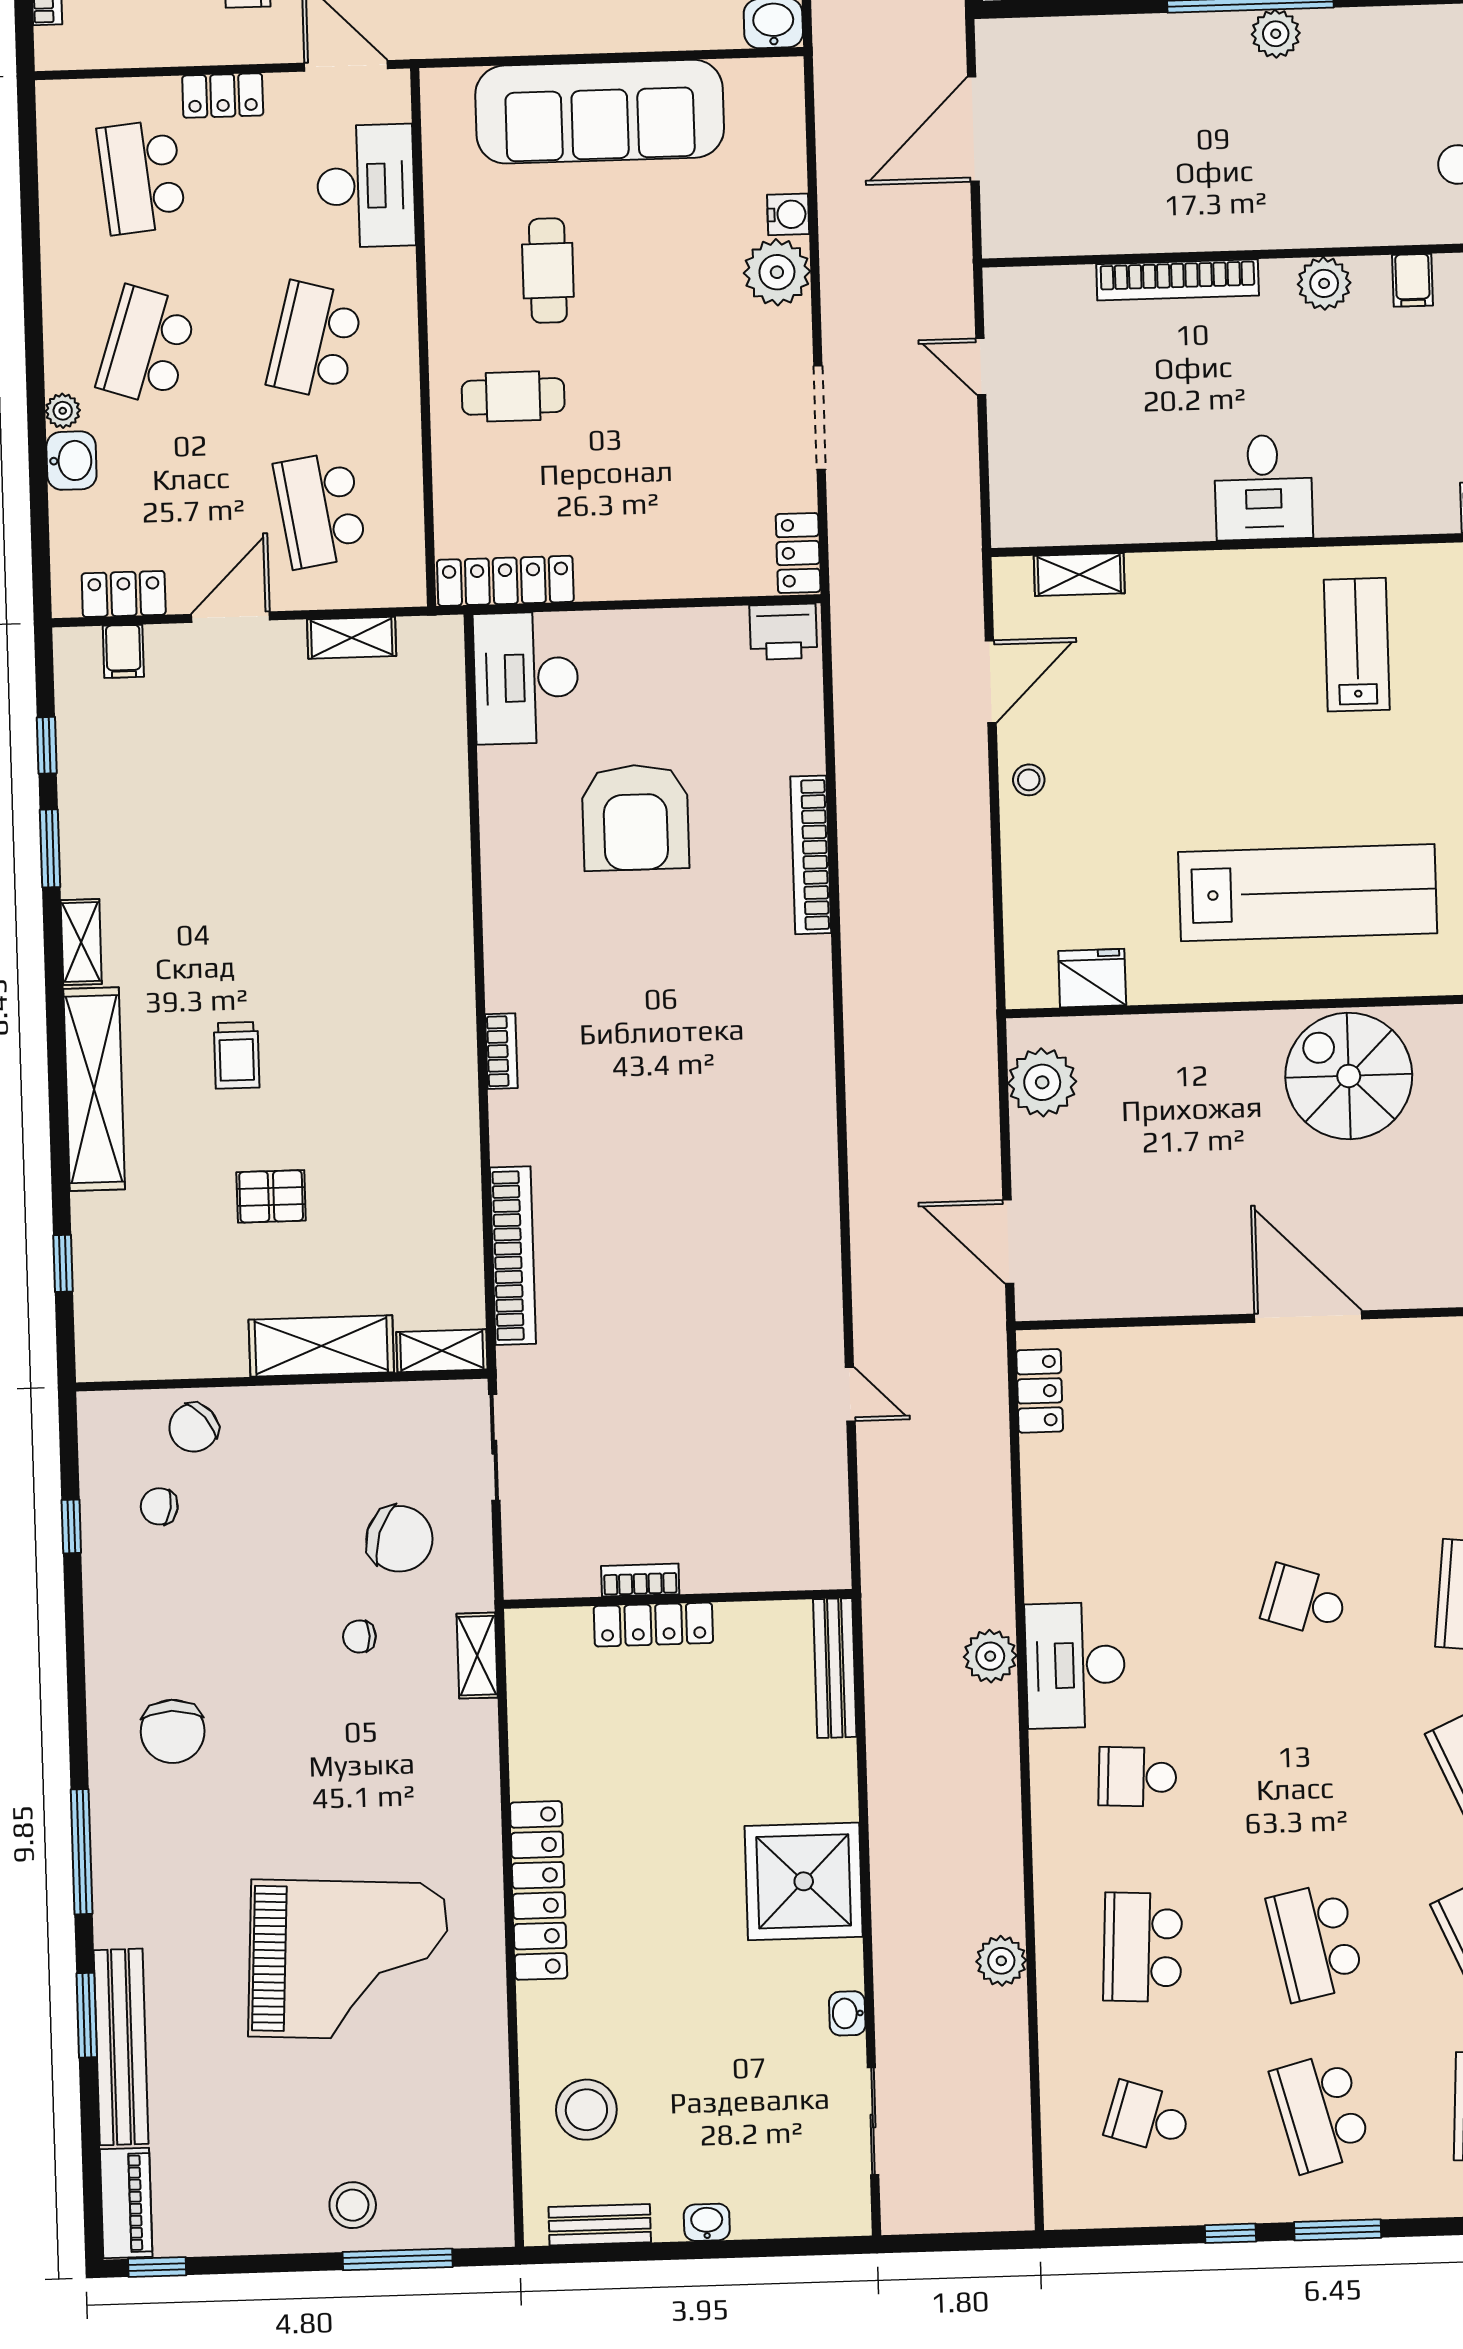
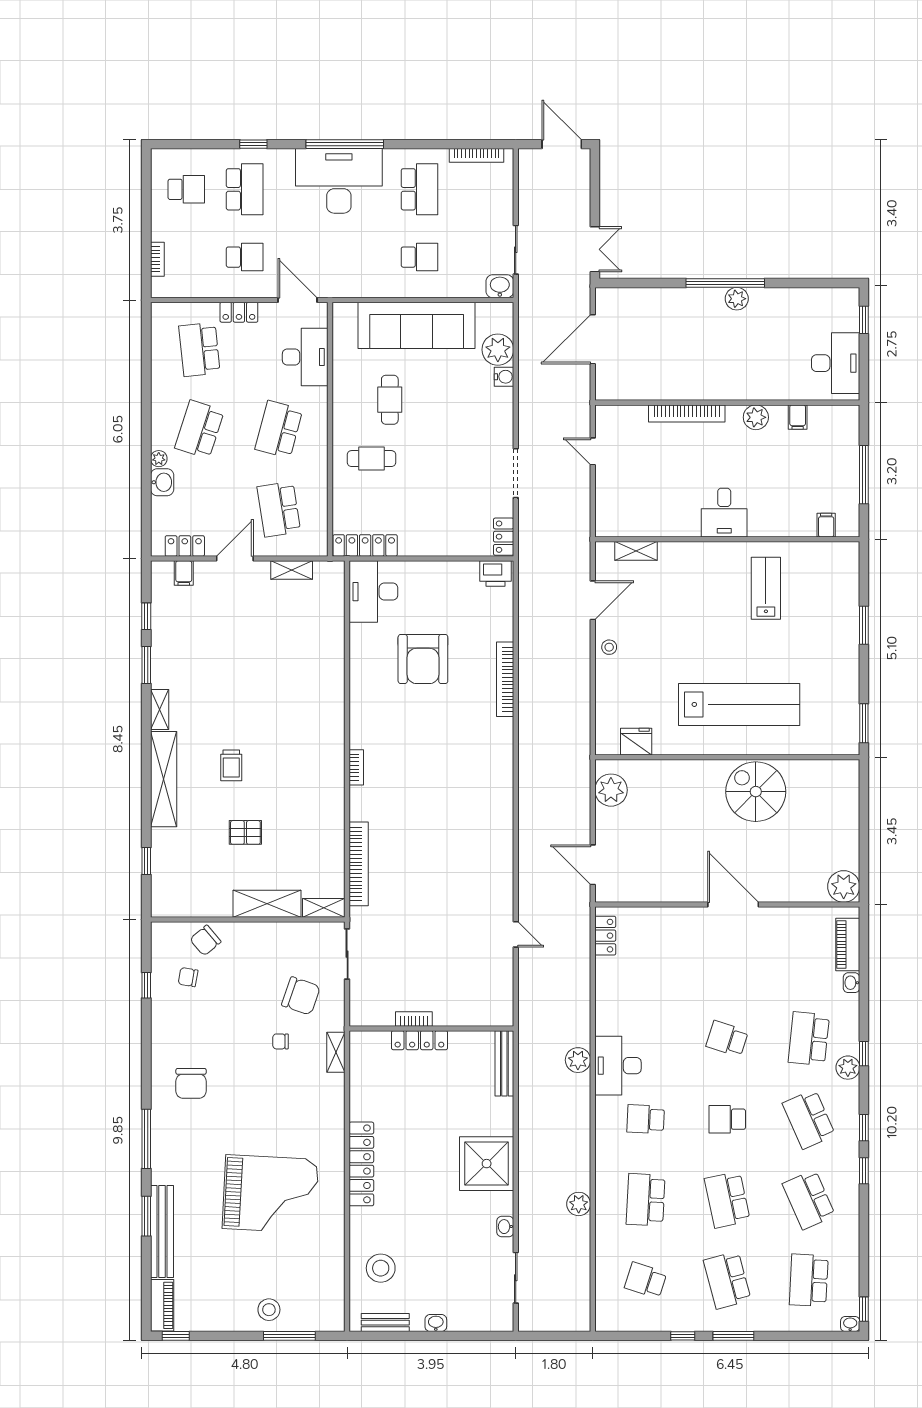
plant: (777, 272) -> (498, 350), moved
school desk: (1310, 1771) -> (727, 1119), added

